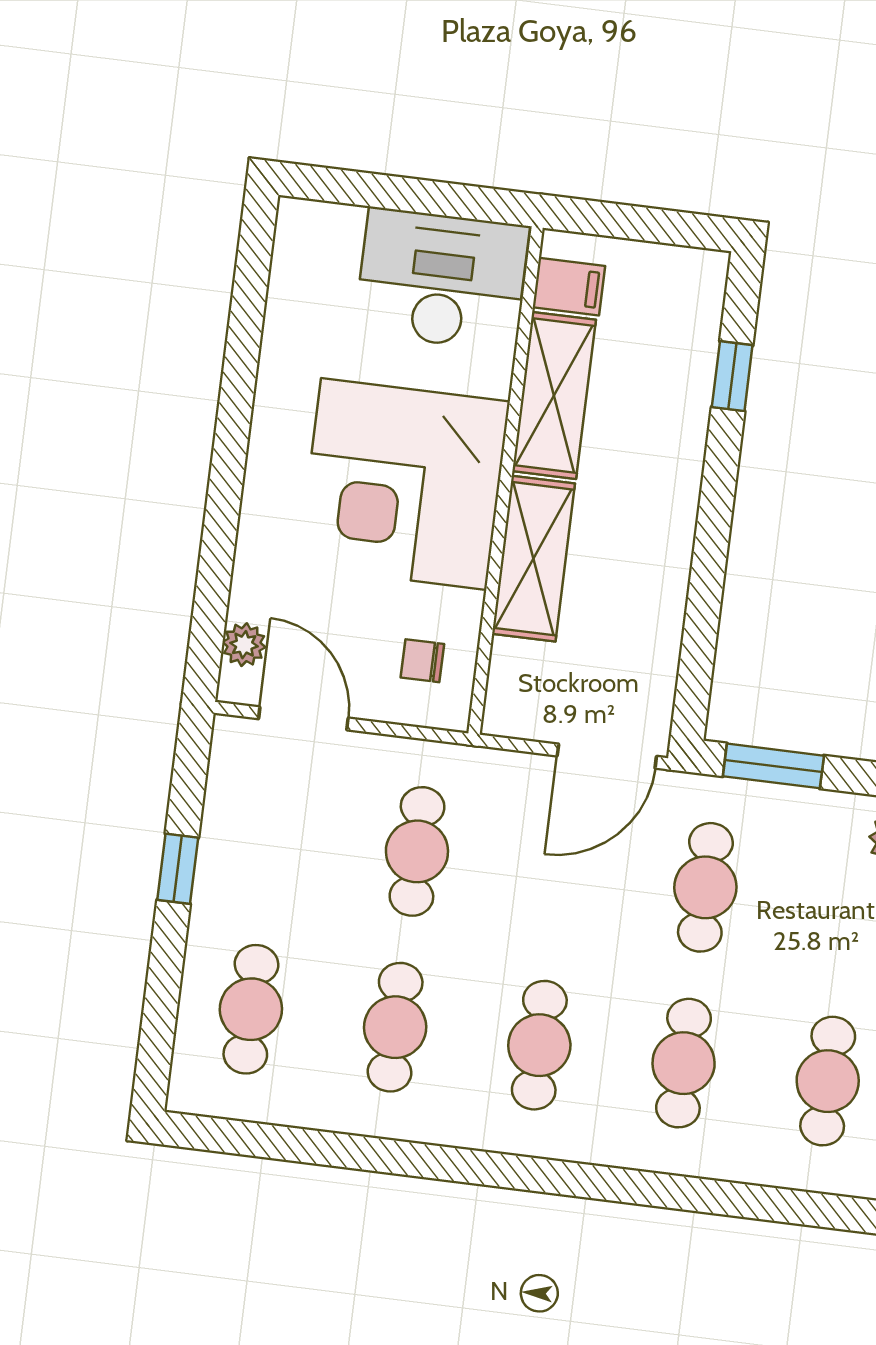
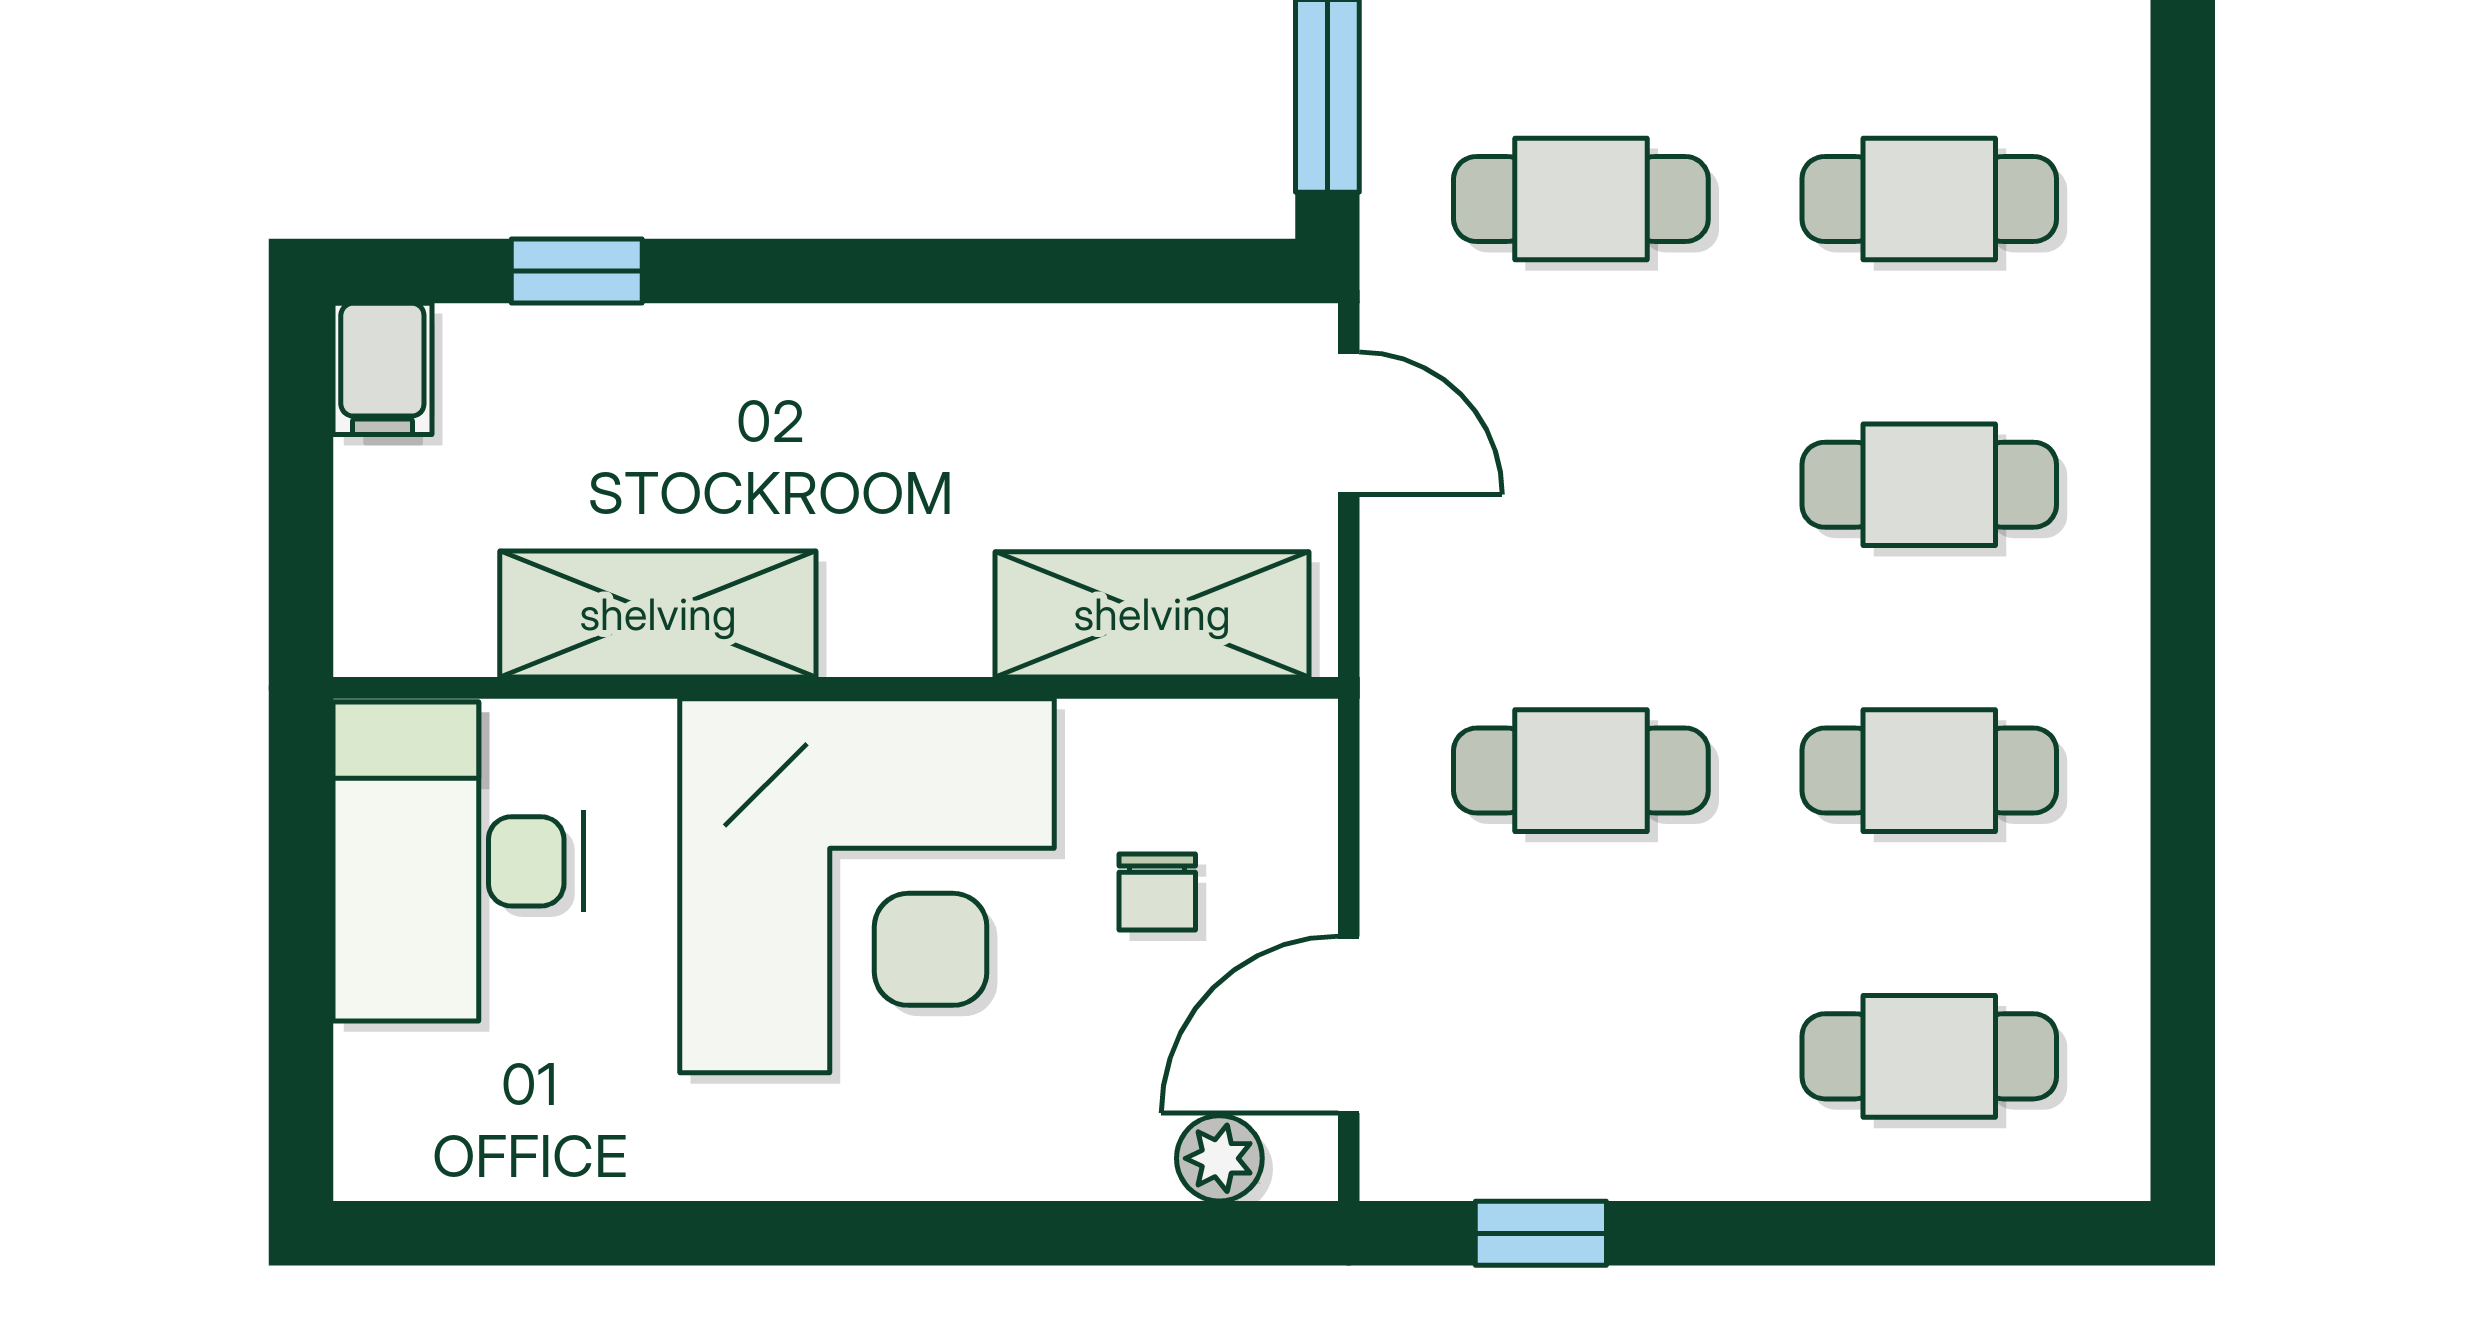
filing cabinet: (569, 287) -> (382, 369), moved, turned 180
shelving: (533, 559) -> (1152, 614), moved
chair: (422, 661) -> (1157, 892), moved
door: (607, 756) -> (1349, 423), width x0.73
window: (178, 869) -> (1541, 1233), moved

